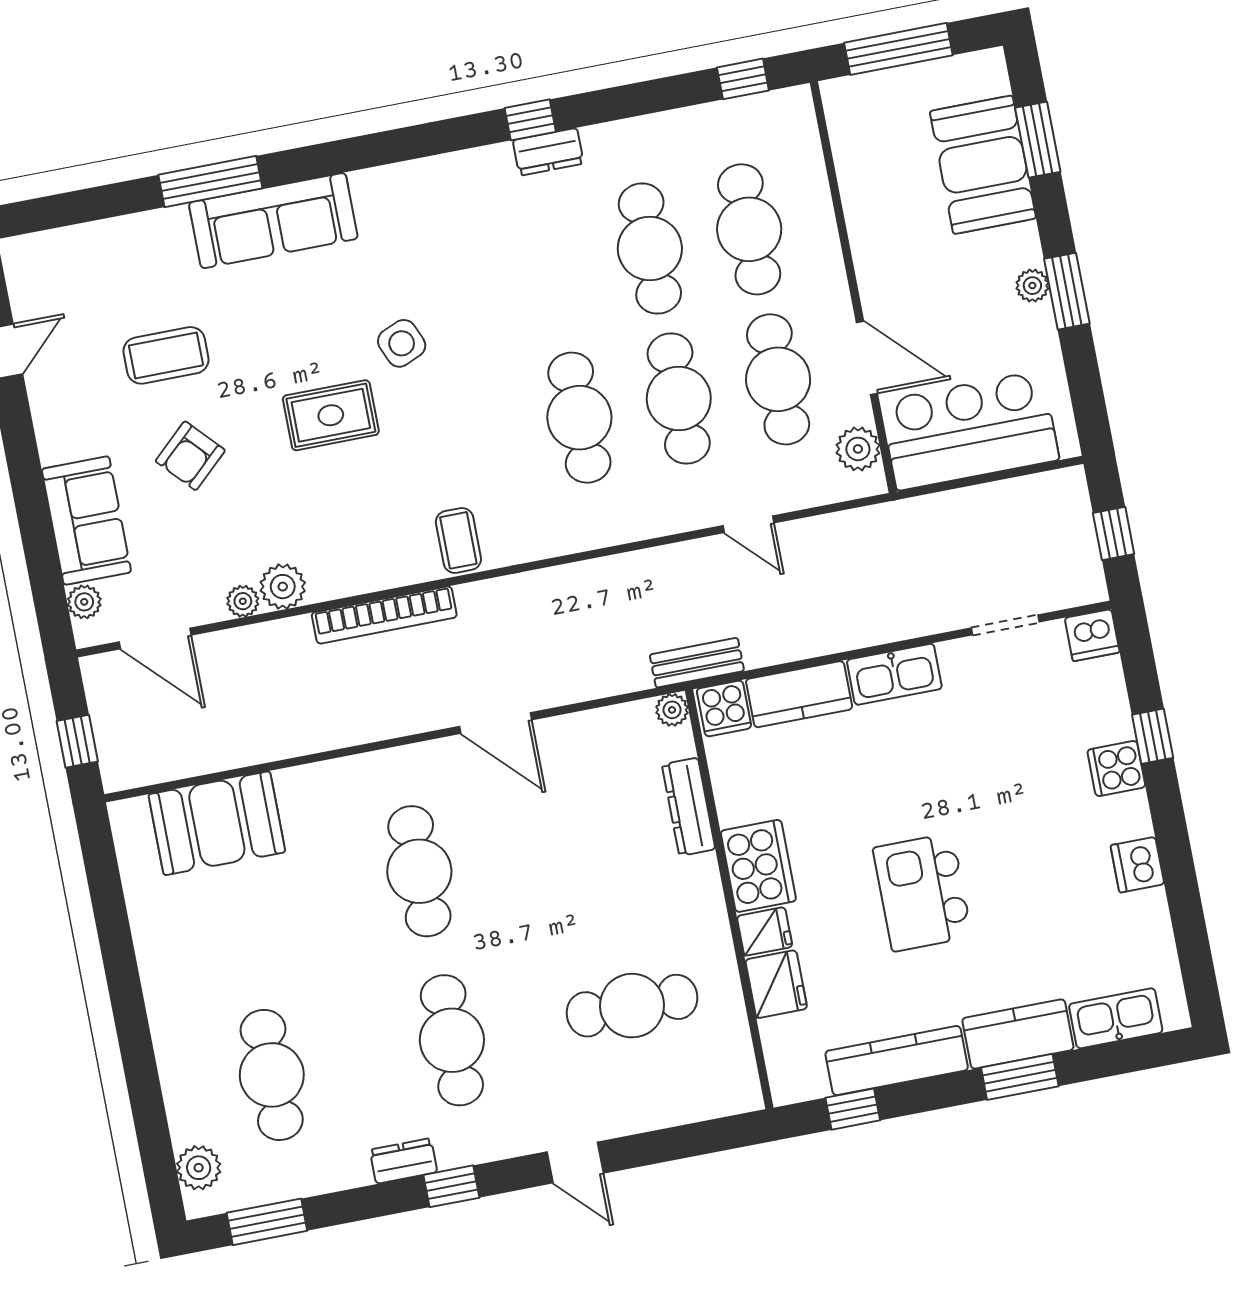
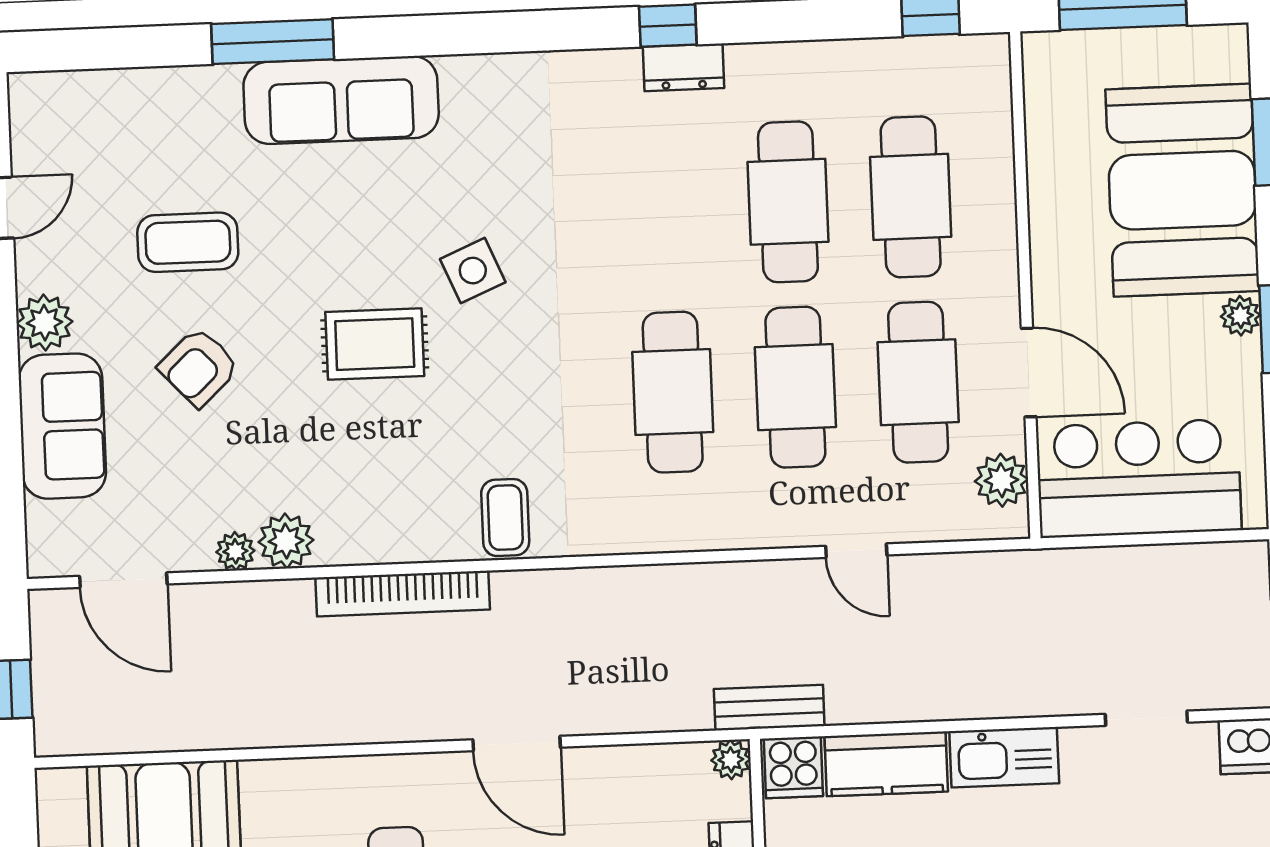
booth: (983, 165) -> (1182, 190), width x1.36, depth x1.42
plant: (84, 602) -> (45, 323), moved, width x1.38, depth x1.38

